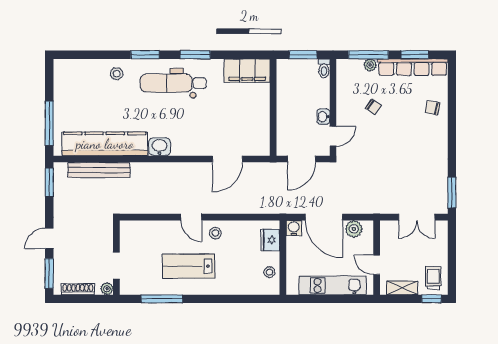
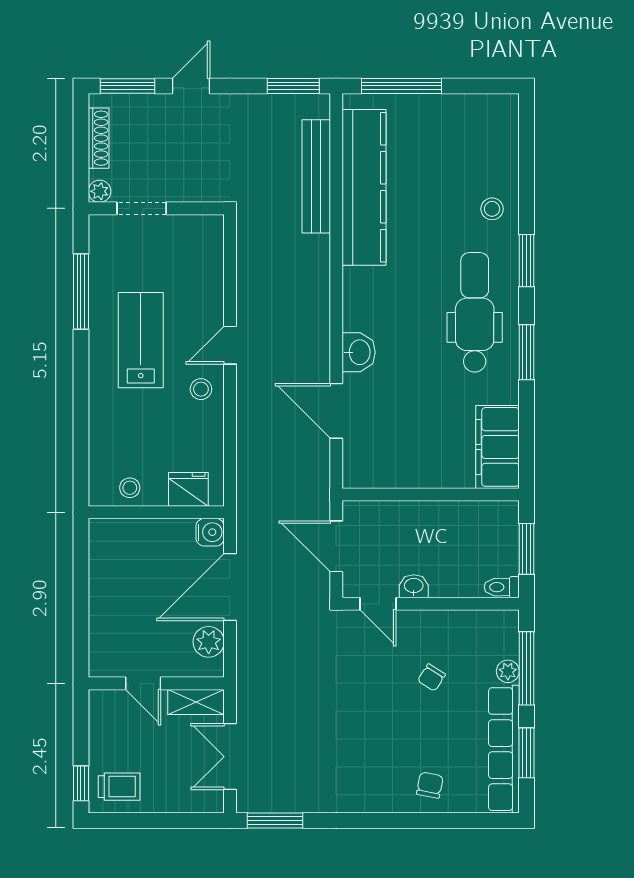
washbasin: (160, 147) -> (359, 352), moved
door: (49, 239) -> (191, 86), hinge flipped
door: (377, 265) -> (143, 683), swing flipped
kitchen unit: (333, 285) -> (106, 604), removed
shelving: (402, 288) -> (196, 702), moved, turned 90

